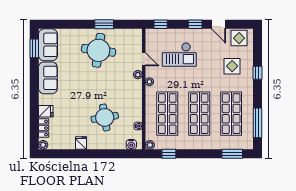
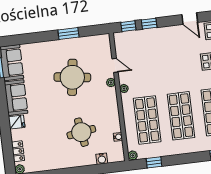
window: (195, 24) -> (149, 24), moved
round table: (98, 50) -> (72, 77), moved
checkout: (179, 54) -> (152, 56), removed
fridge: (46, 111) -> (17, 122), moved
fridge: (81, 143) -> (60, 162), removed
water cooler: (131, 144) -> (102, 159), moved

